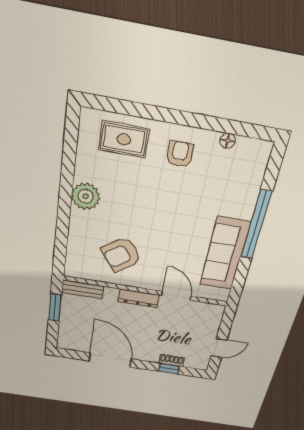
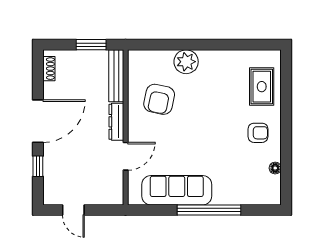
plant: (86, 196) -> (186, 62), moved
armchair: (121, 255) -> (159, 99), turned -132
bench: (83, 289) -> (116, 76), width x1.36
door: (110, 360) -> (38, 121), moved
shoe rack: (171, 361) -> (49, 69), moved

